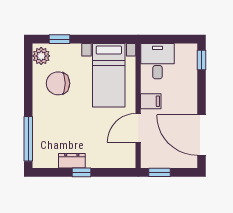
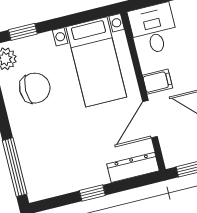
chair: (58, 83) -> (35, 88), turned 180
dresser: (72, 161) -> (133, 167), moved, width x1.44

